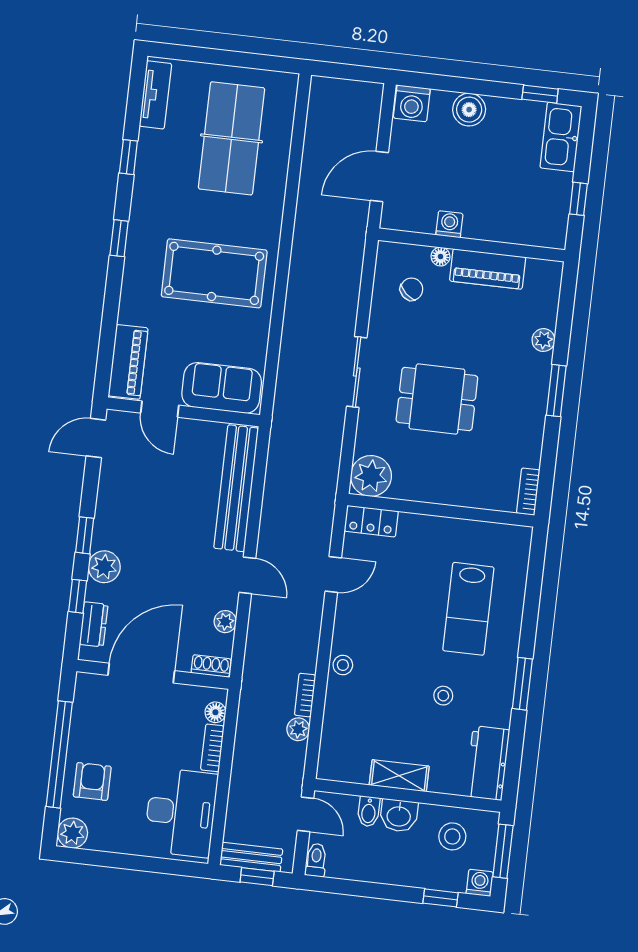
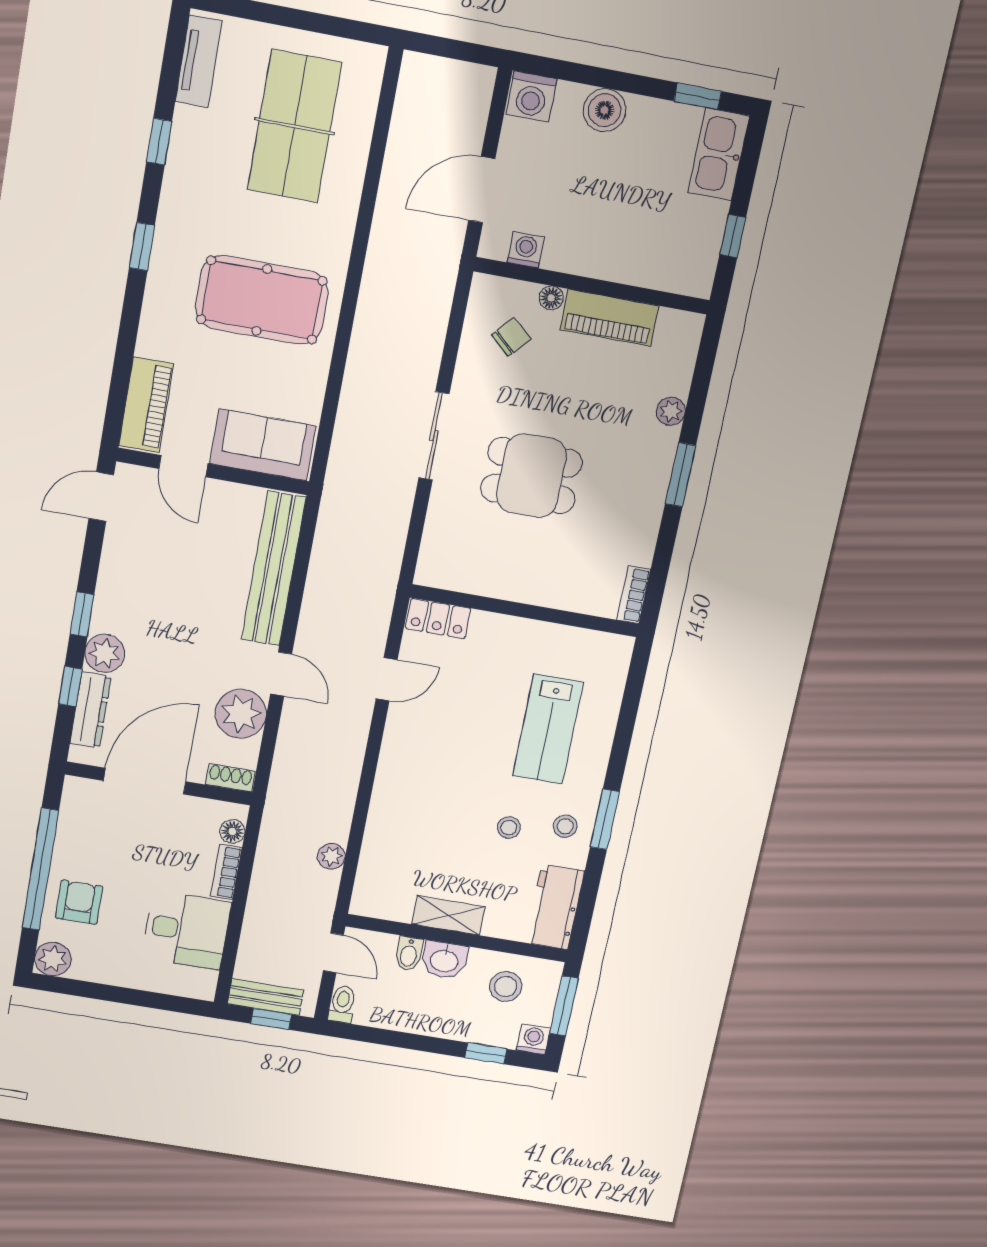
washing machine: (449, 224) -> (526, 250), moved
plant: (371, 476) -> (442, 564), removed
plant: (225, 622) -> (241, 714), width x1.88, depth x1.88
dresser: (94, 624) -> (90, 710), width x1.44
stool: (343, 665) -> (565, 826), moved
bookcase: (305, 695) -> (342, 818), removed
desk: (181, 812) -> (186, 930), width x0.73

